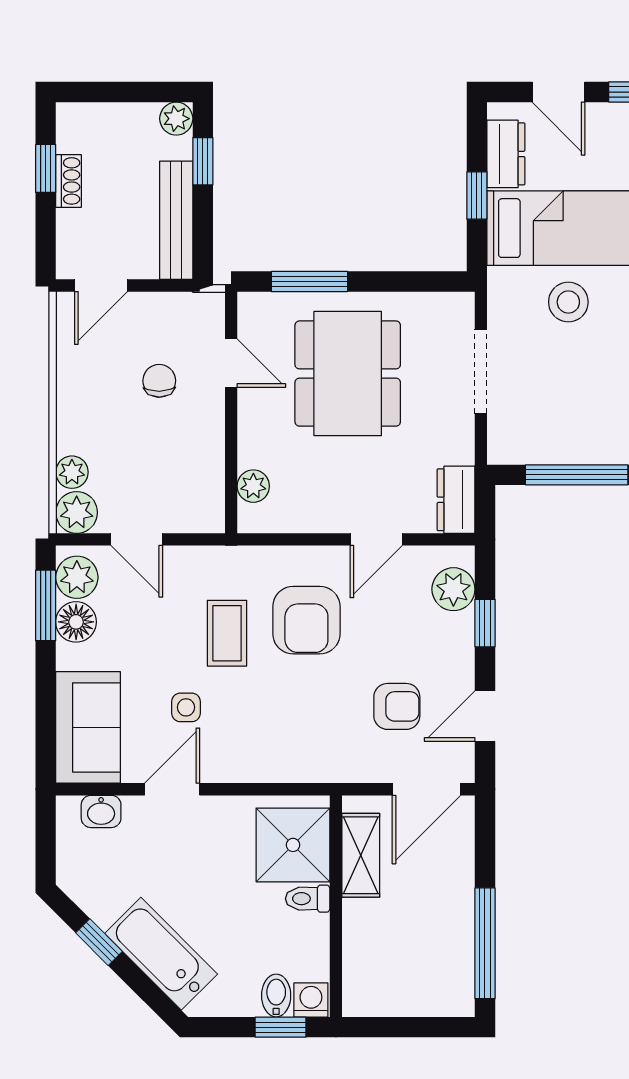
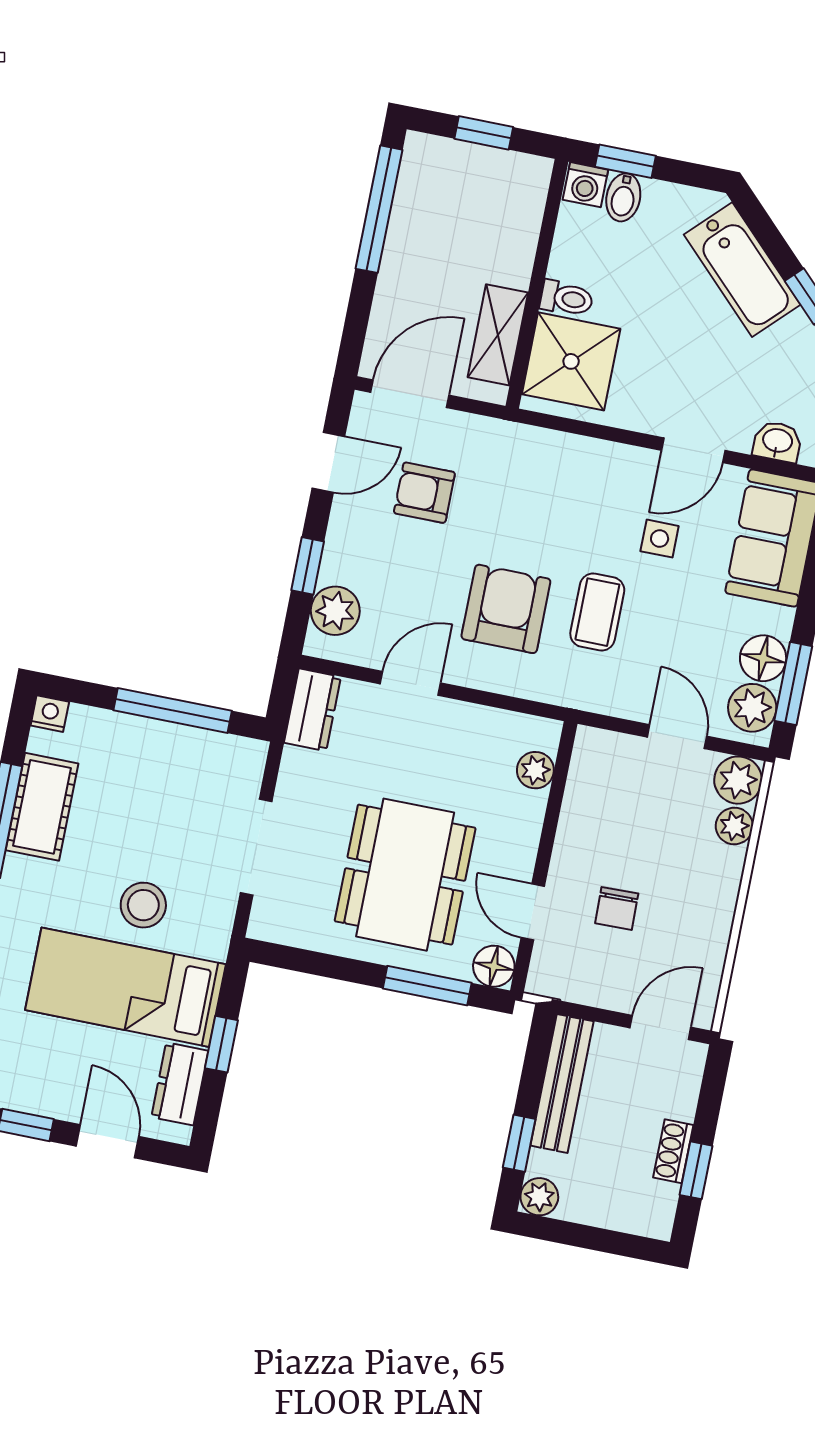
floor lamp: (255, 310) -> (494, 966), added
window: (408, 1027) -> (484, 133), added

